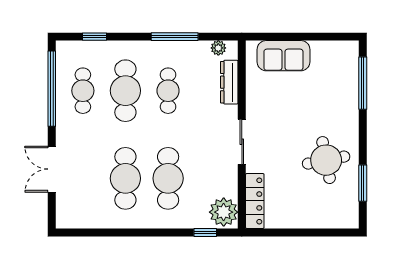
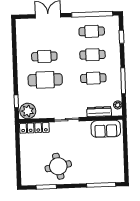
sofa: (283, 56) -> (106, 129), moved, turned -90
cafe table: (125, 91) -> (92, 55), width x0.73, depth x0.74
cafe table: (125, 178) -> (44, 56), width x0.73, depth x0.74

